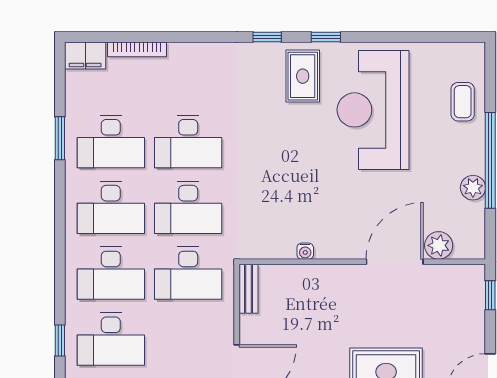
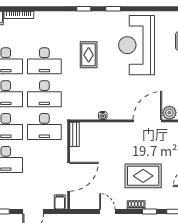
rug: (303, 76) -> (89, 55), moved

